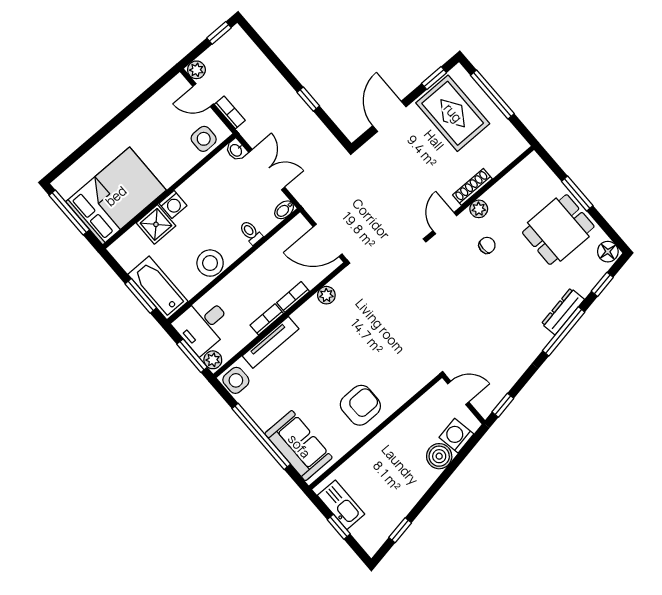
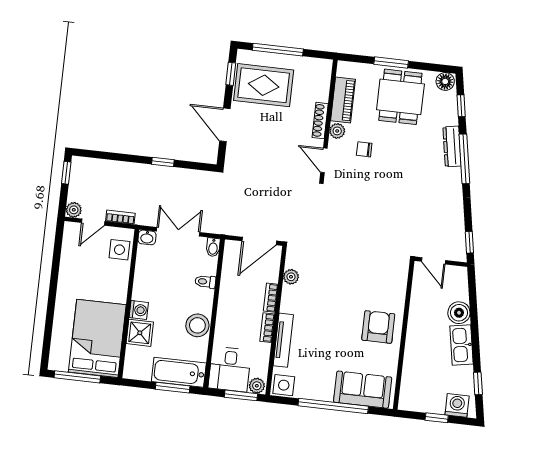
piano: (508, 187) -> (343, 100), added
chair: (487, 245) -> (364, 149), turned -90
door: (458, 393) -> (434, 261), swing flipped
washing machine: (456, 436) -> (457, 405), moved, turned 100
kitchen sink: (341, 505) -> (462, 345), moved, turned -100

